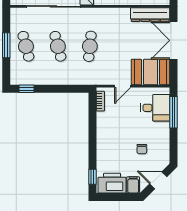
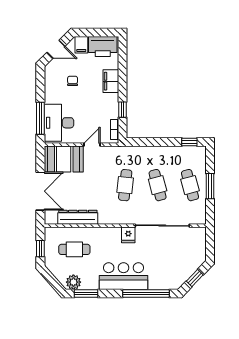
dresser: (150, 15) -> (78, 217), moved
desk: (155, 108) -> (59, 123), width x1.37
filing cabinet: (104, 149) -> (111, 81), added
window: (92, 177) -> (123, 110), moved

